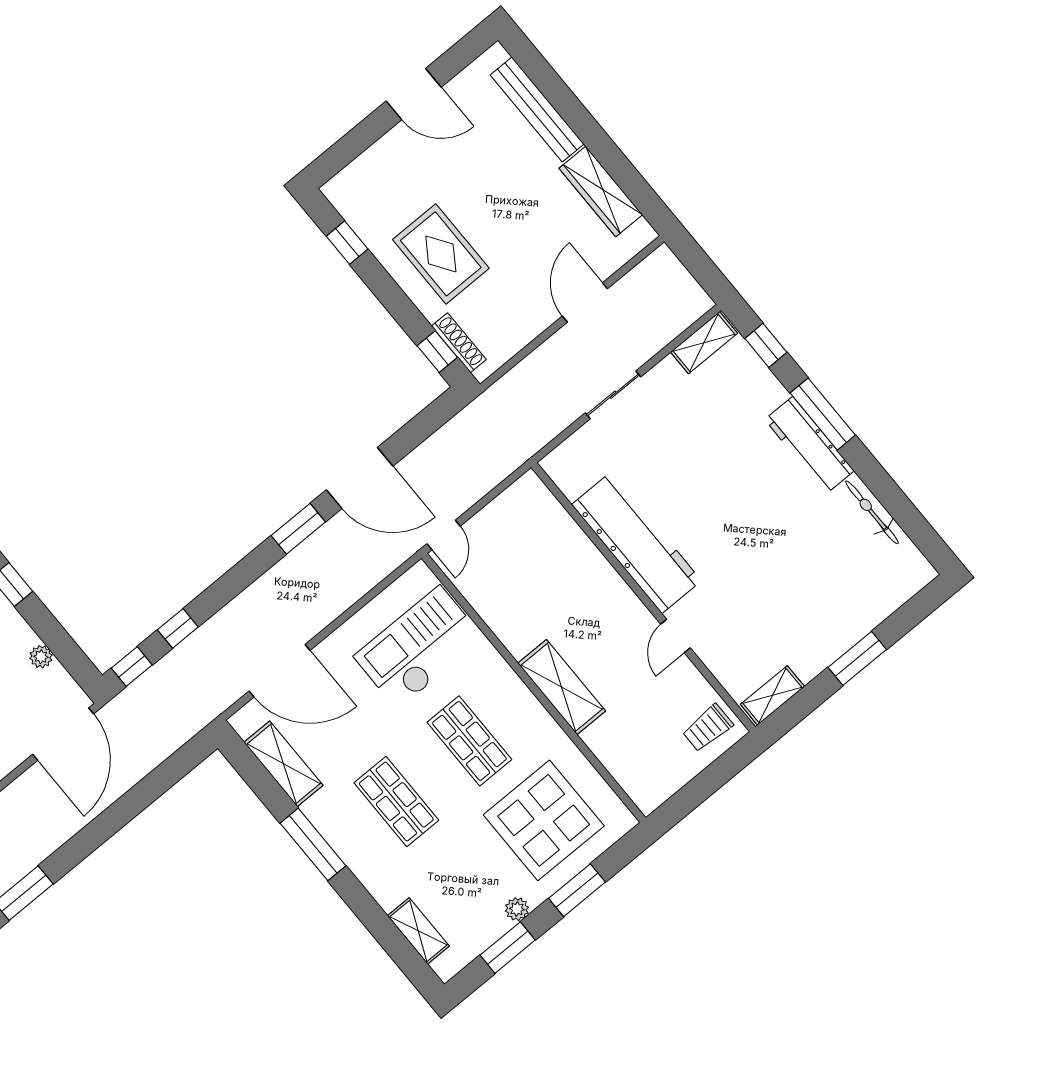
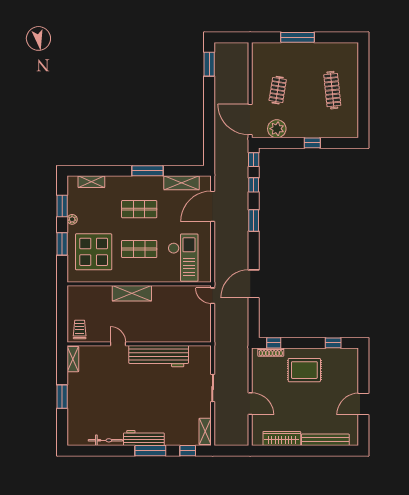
window: (298, 529) -> (254, 220), moved
plant: (41, 657) -> (277, 129), width x1.88, depth x1.88

